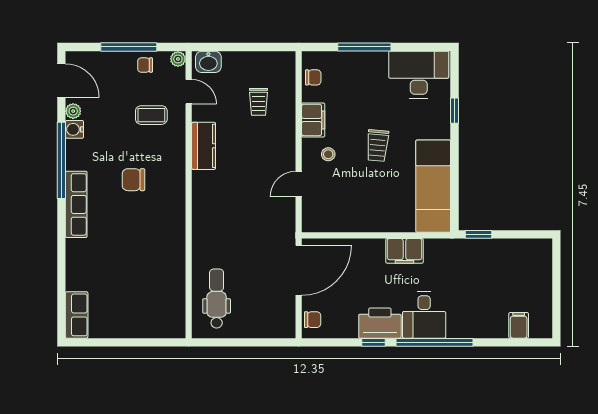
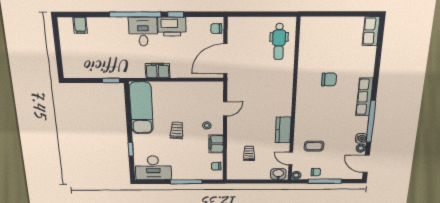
chair: (133, 180) -> (329, 79), moved

